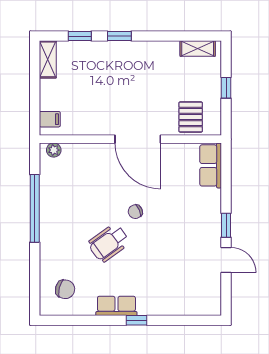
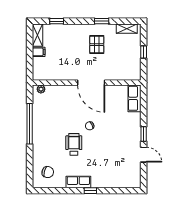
window: (119, 36) -> (102, 21), moved
pallet: (191, 117) -> (97, 45), moved
filing cabinet: (50, 119) -> (39, 52), moved
wheelchair: (109, 243) -> (74, 144), turned 126

